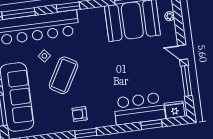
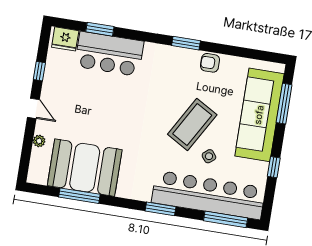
plant: (170, 16) -> (39, 141), moved
window: (186, 81) -> (39, 71), width x0.46
armchair: (80, 114) -> (210, 63), moved, turned 180

